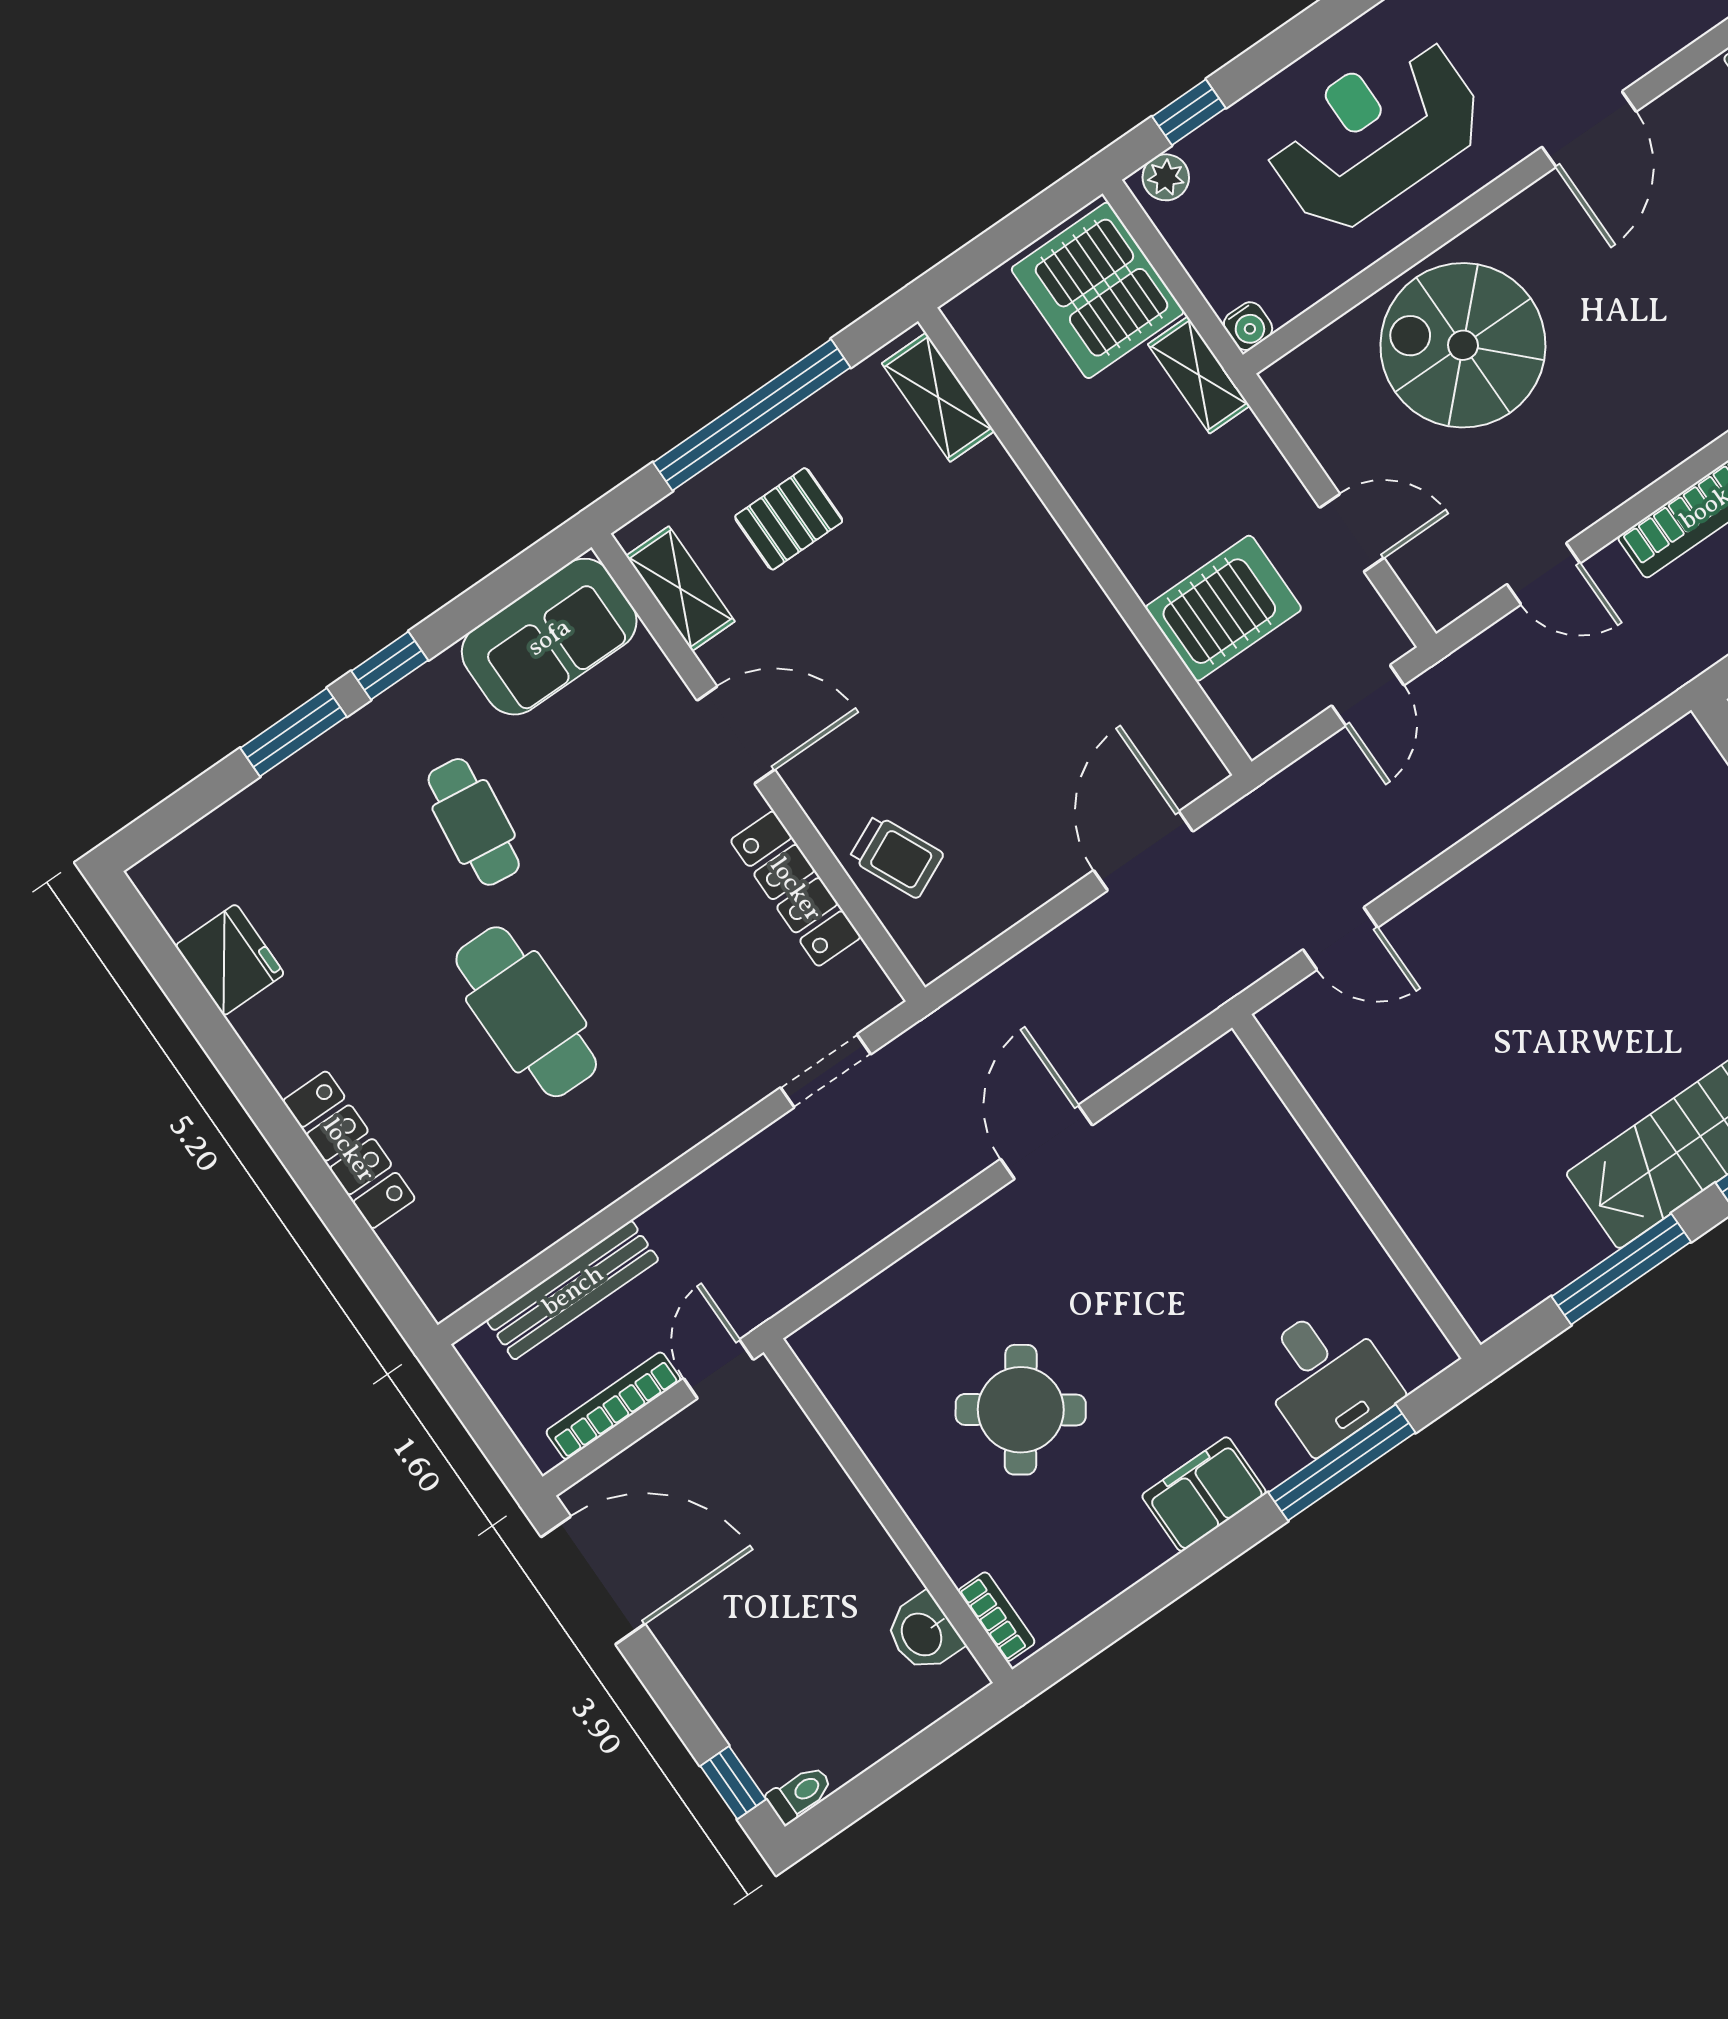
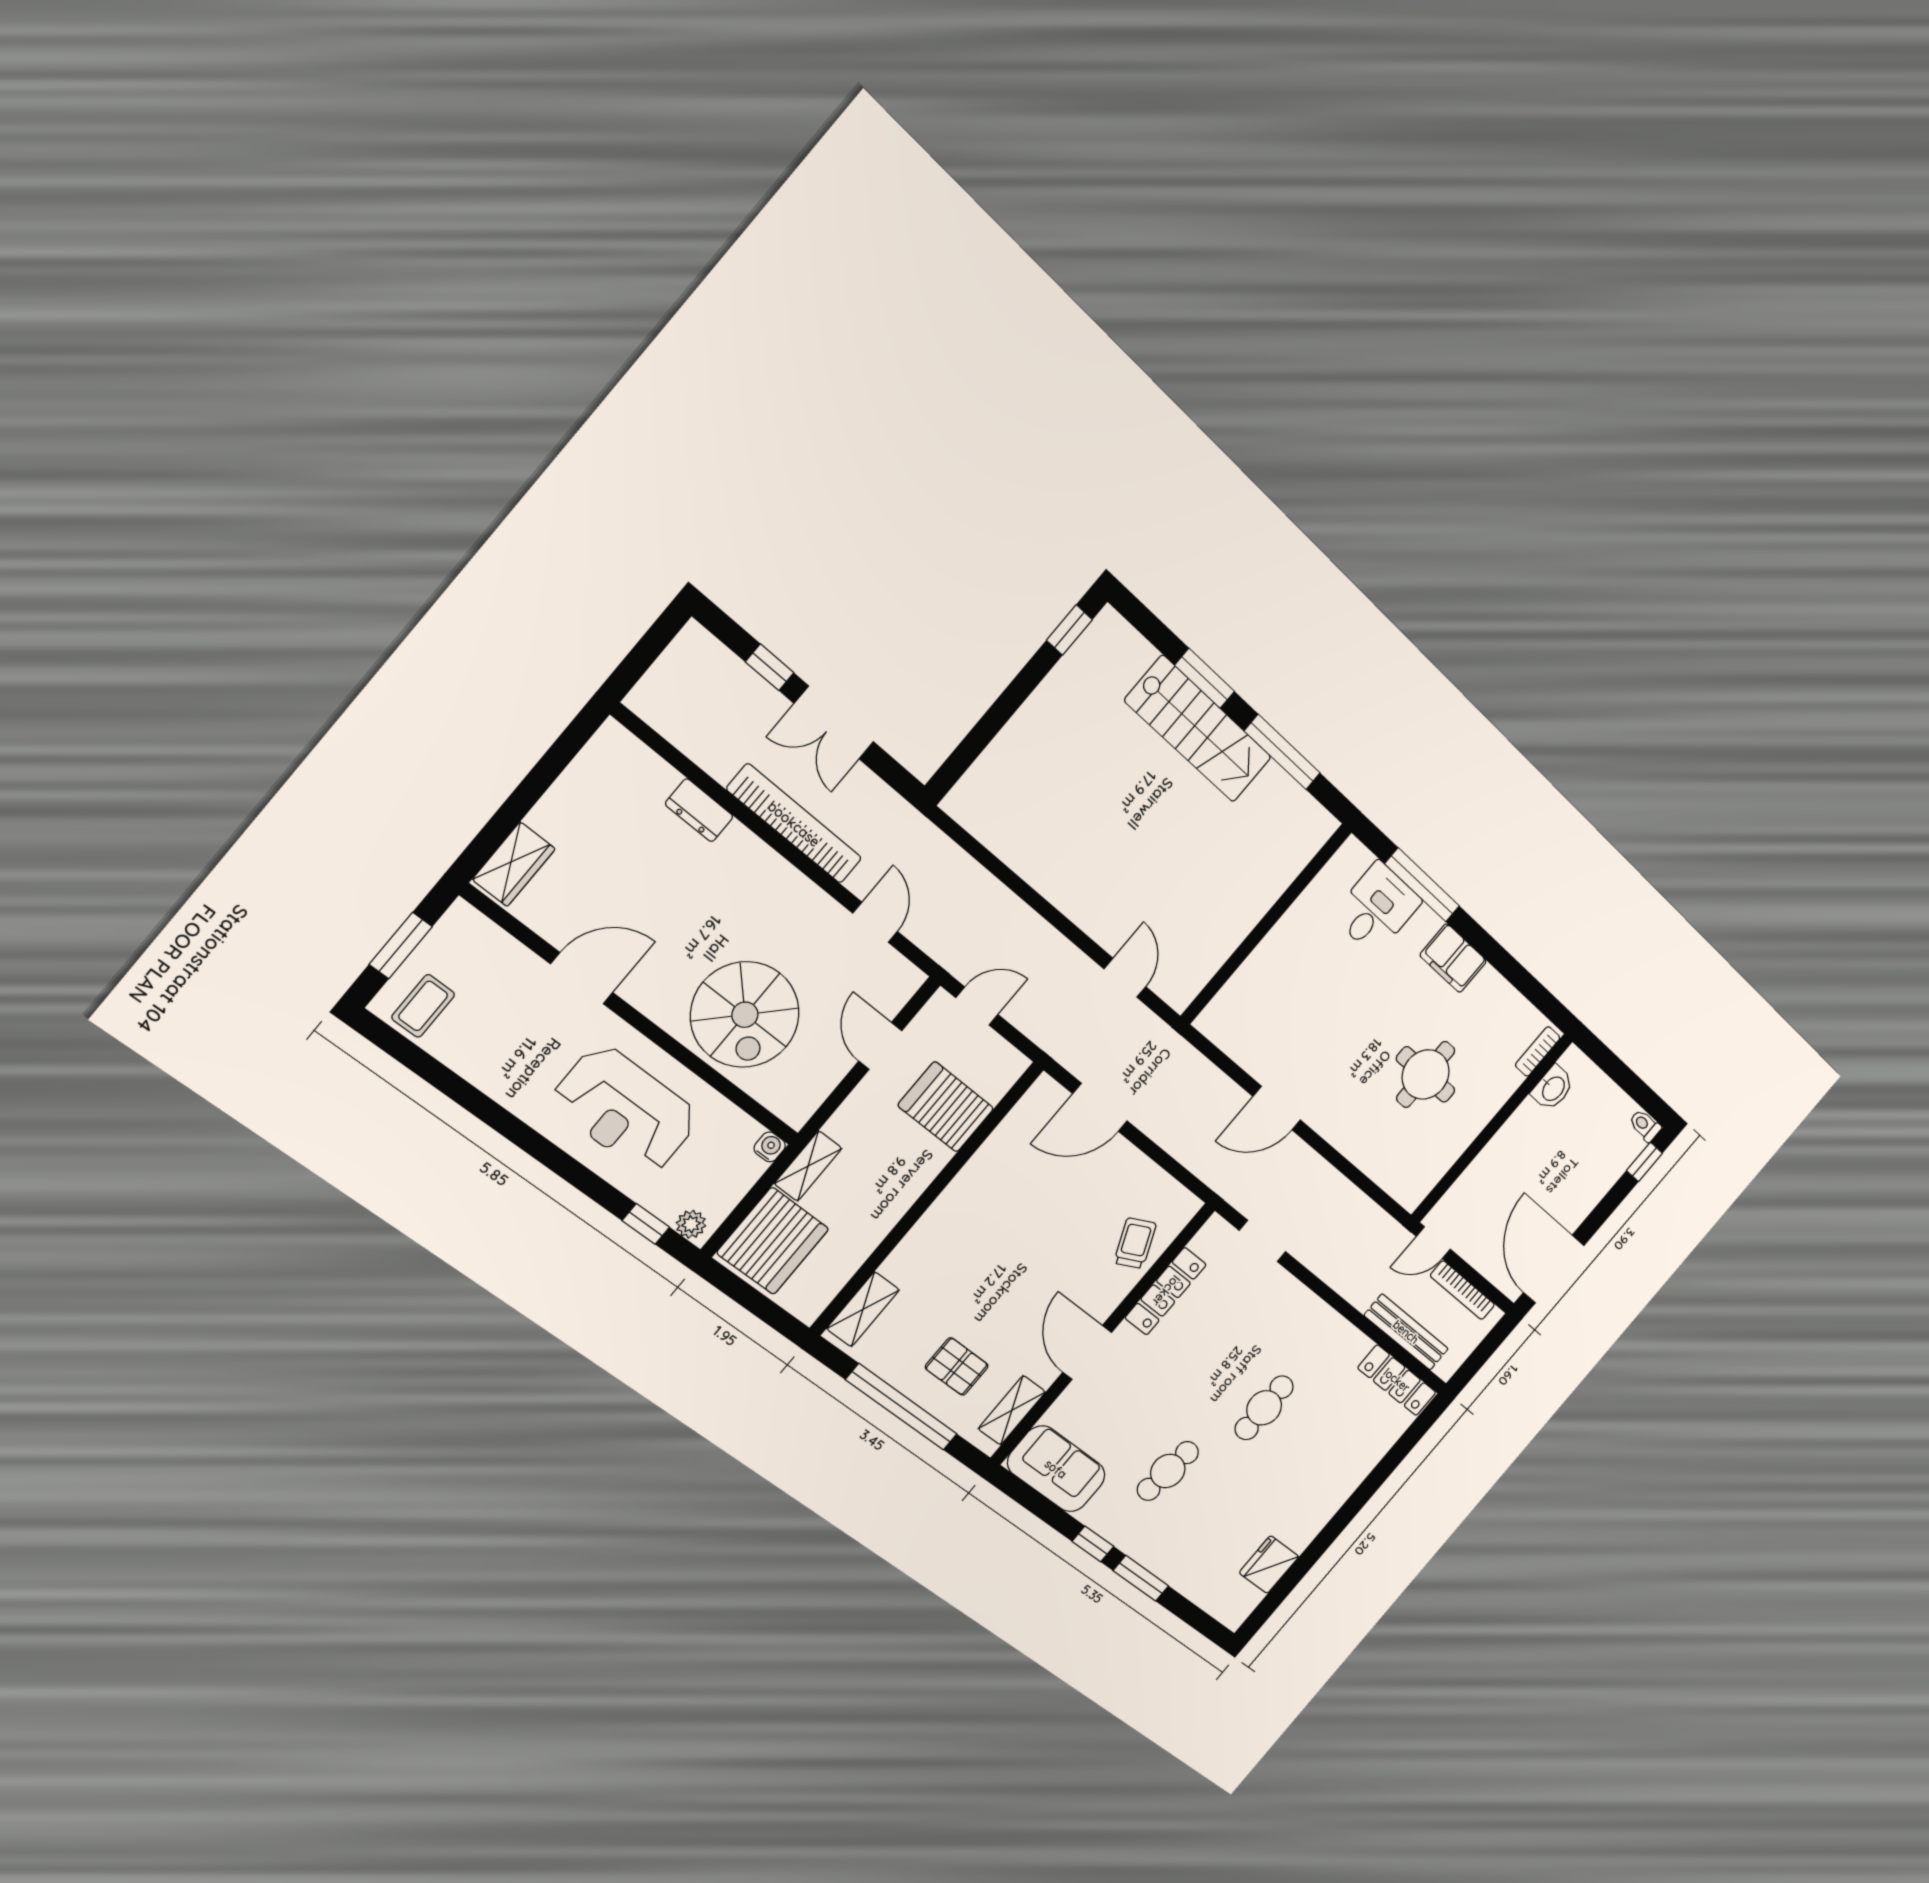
cafe table: (526, 1012) -> (1264, 1408), width x0.73, depth x0.74
locker: (349, 1150) -> (1397, 1380), moved, turned -90
round table: (1021, 1410) -> (1426, 1074), turned -35

